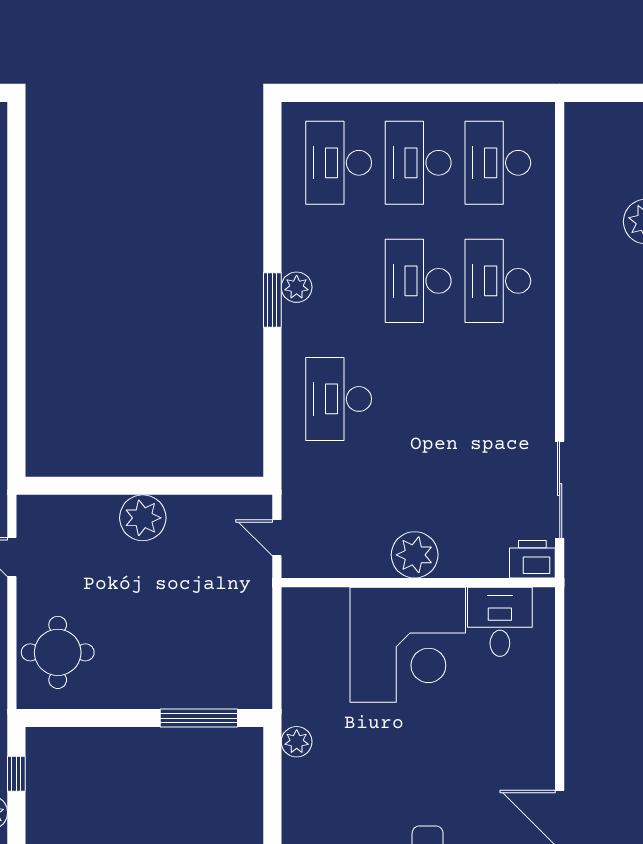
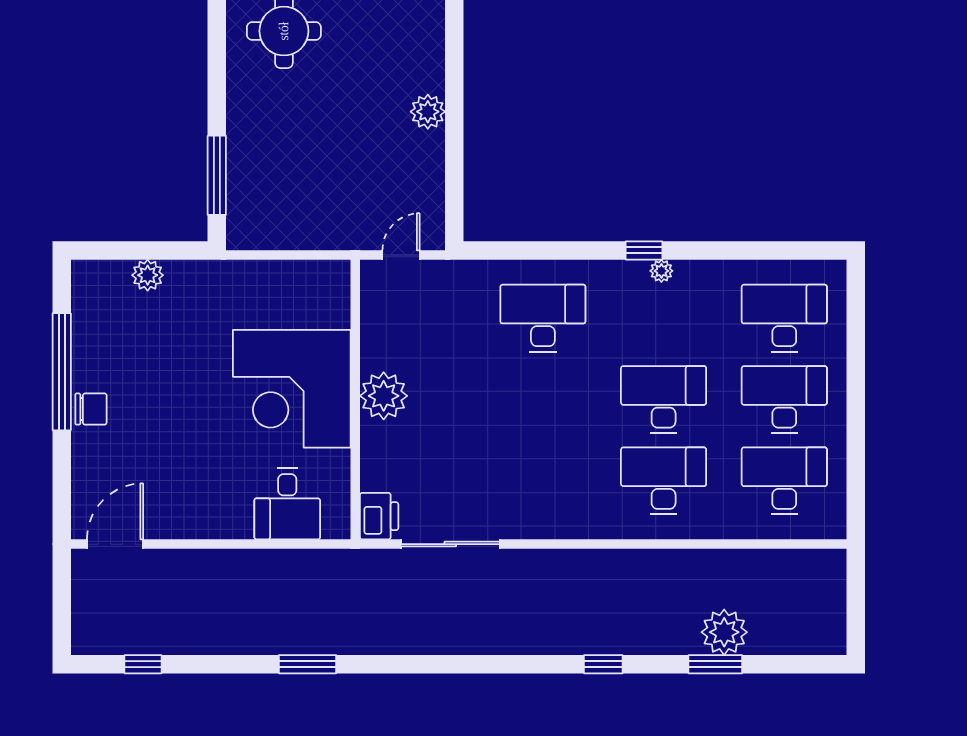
plant: (297, 287) -> (661, 271), width x0.73, depth x0.73
window: (272, 300) -> (644, 250), width x0.67
plant: (143, 518) -> (428, 112), width x0.73, depth x0.73
desk: (500, 622) -> (287, 504), moved, turned 90
plant: (297, 742) -> (148, 275), moved

